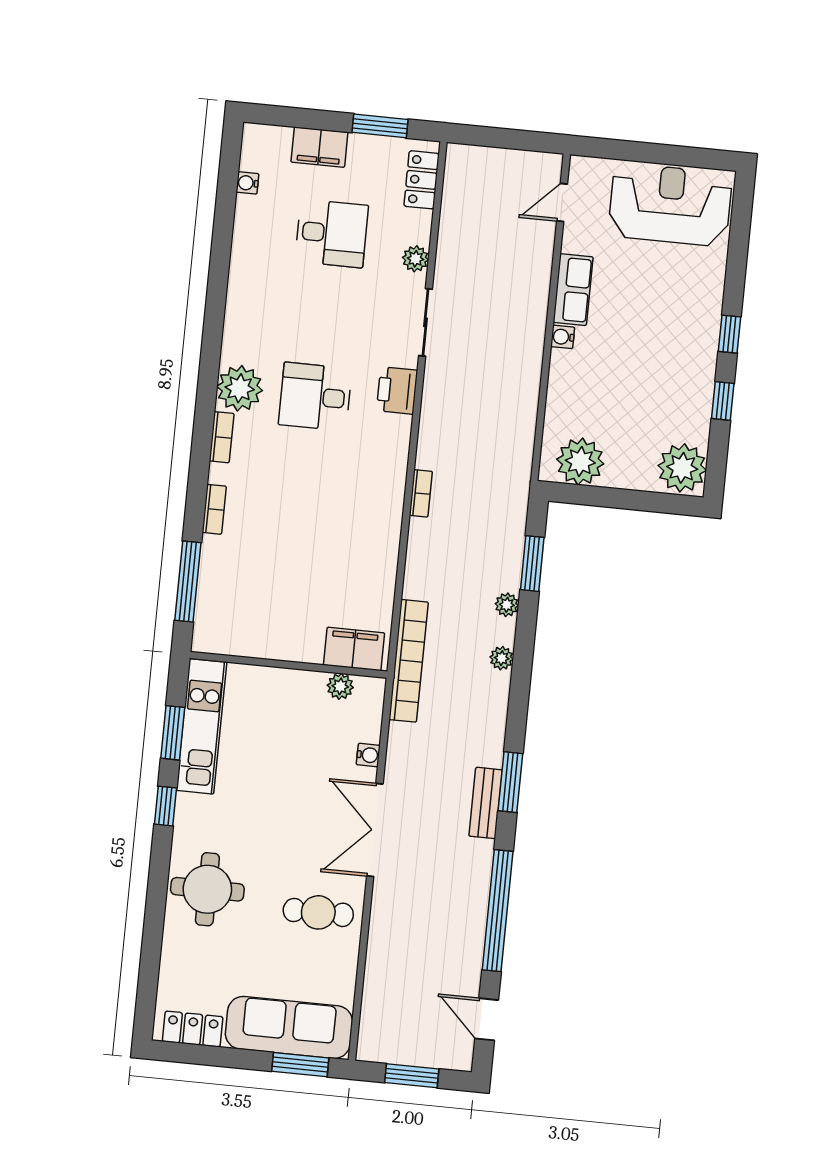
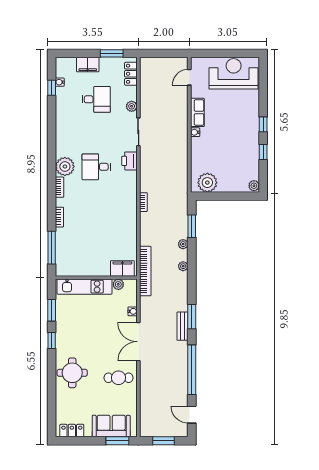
window: (226, 194) -> (52, 88), added
plant: (682, 468) -> (254, 186), width x0.53, depth x0.53
kitchen unit: (202, 726) -> (85, 287), moved, turned 90
sofa: (289, 1027) -> (111, 426), width x0.73

